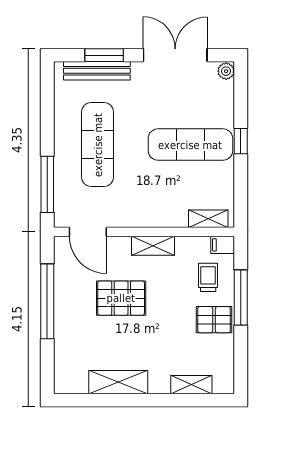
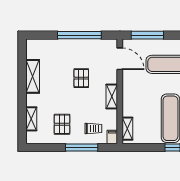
door: (88, 232) -> (120, 59), swing flipped
pallet: (121, 298) -> (81, 78), width x0.67, depth x0.71
pallet: (214, 320) -> (62, 124), moved

